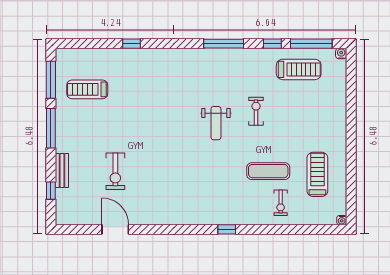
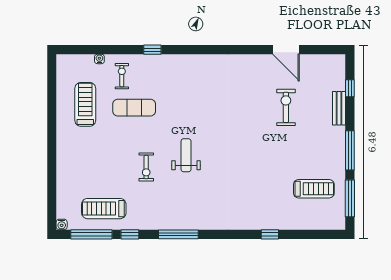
treadmill: (317, 174) -> (85, 104), turned 180
water cooler: (342, 220) -> (99, 59), moved
window: (227, 229) -> (152, 50), moved

